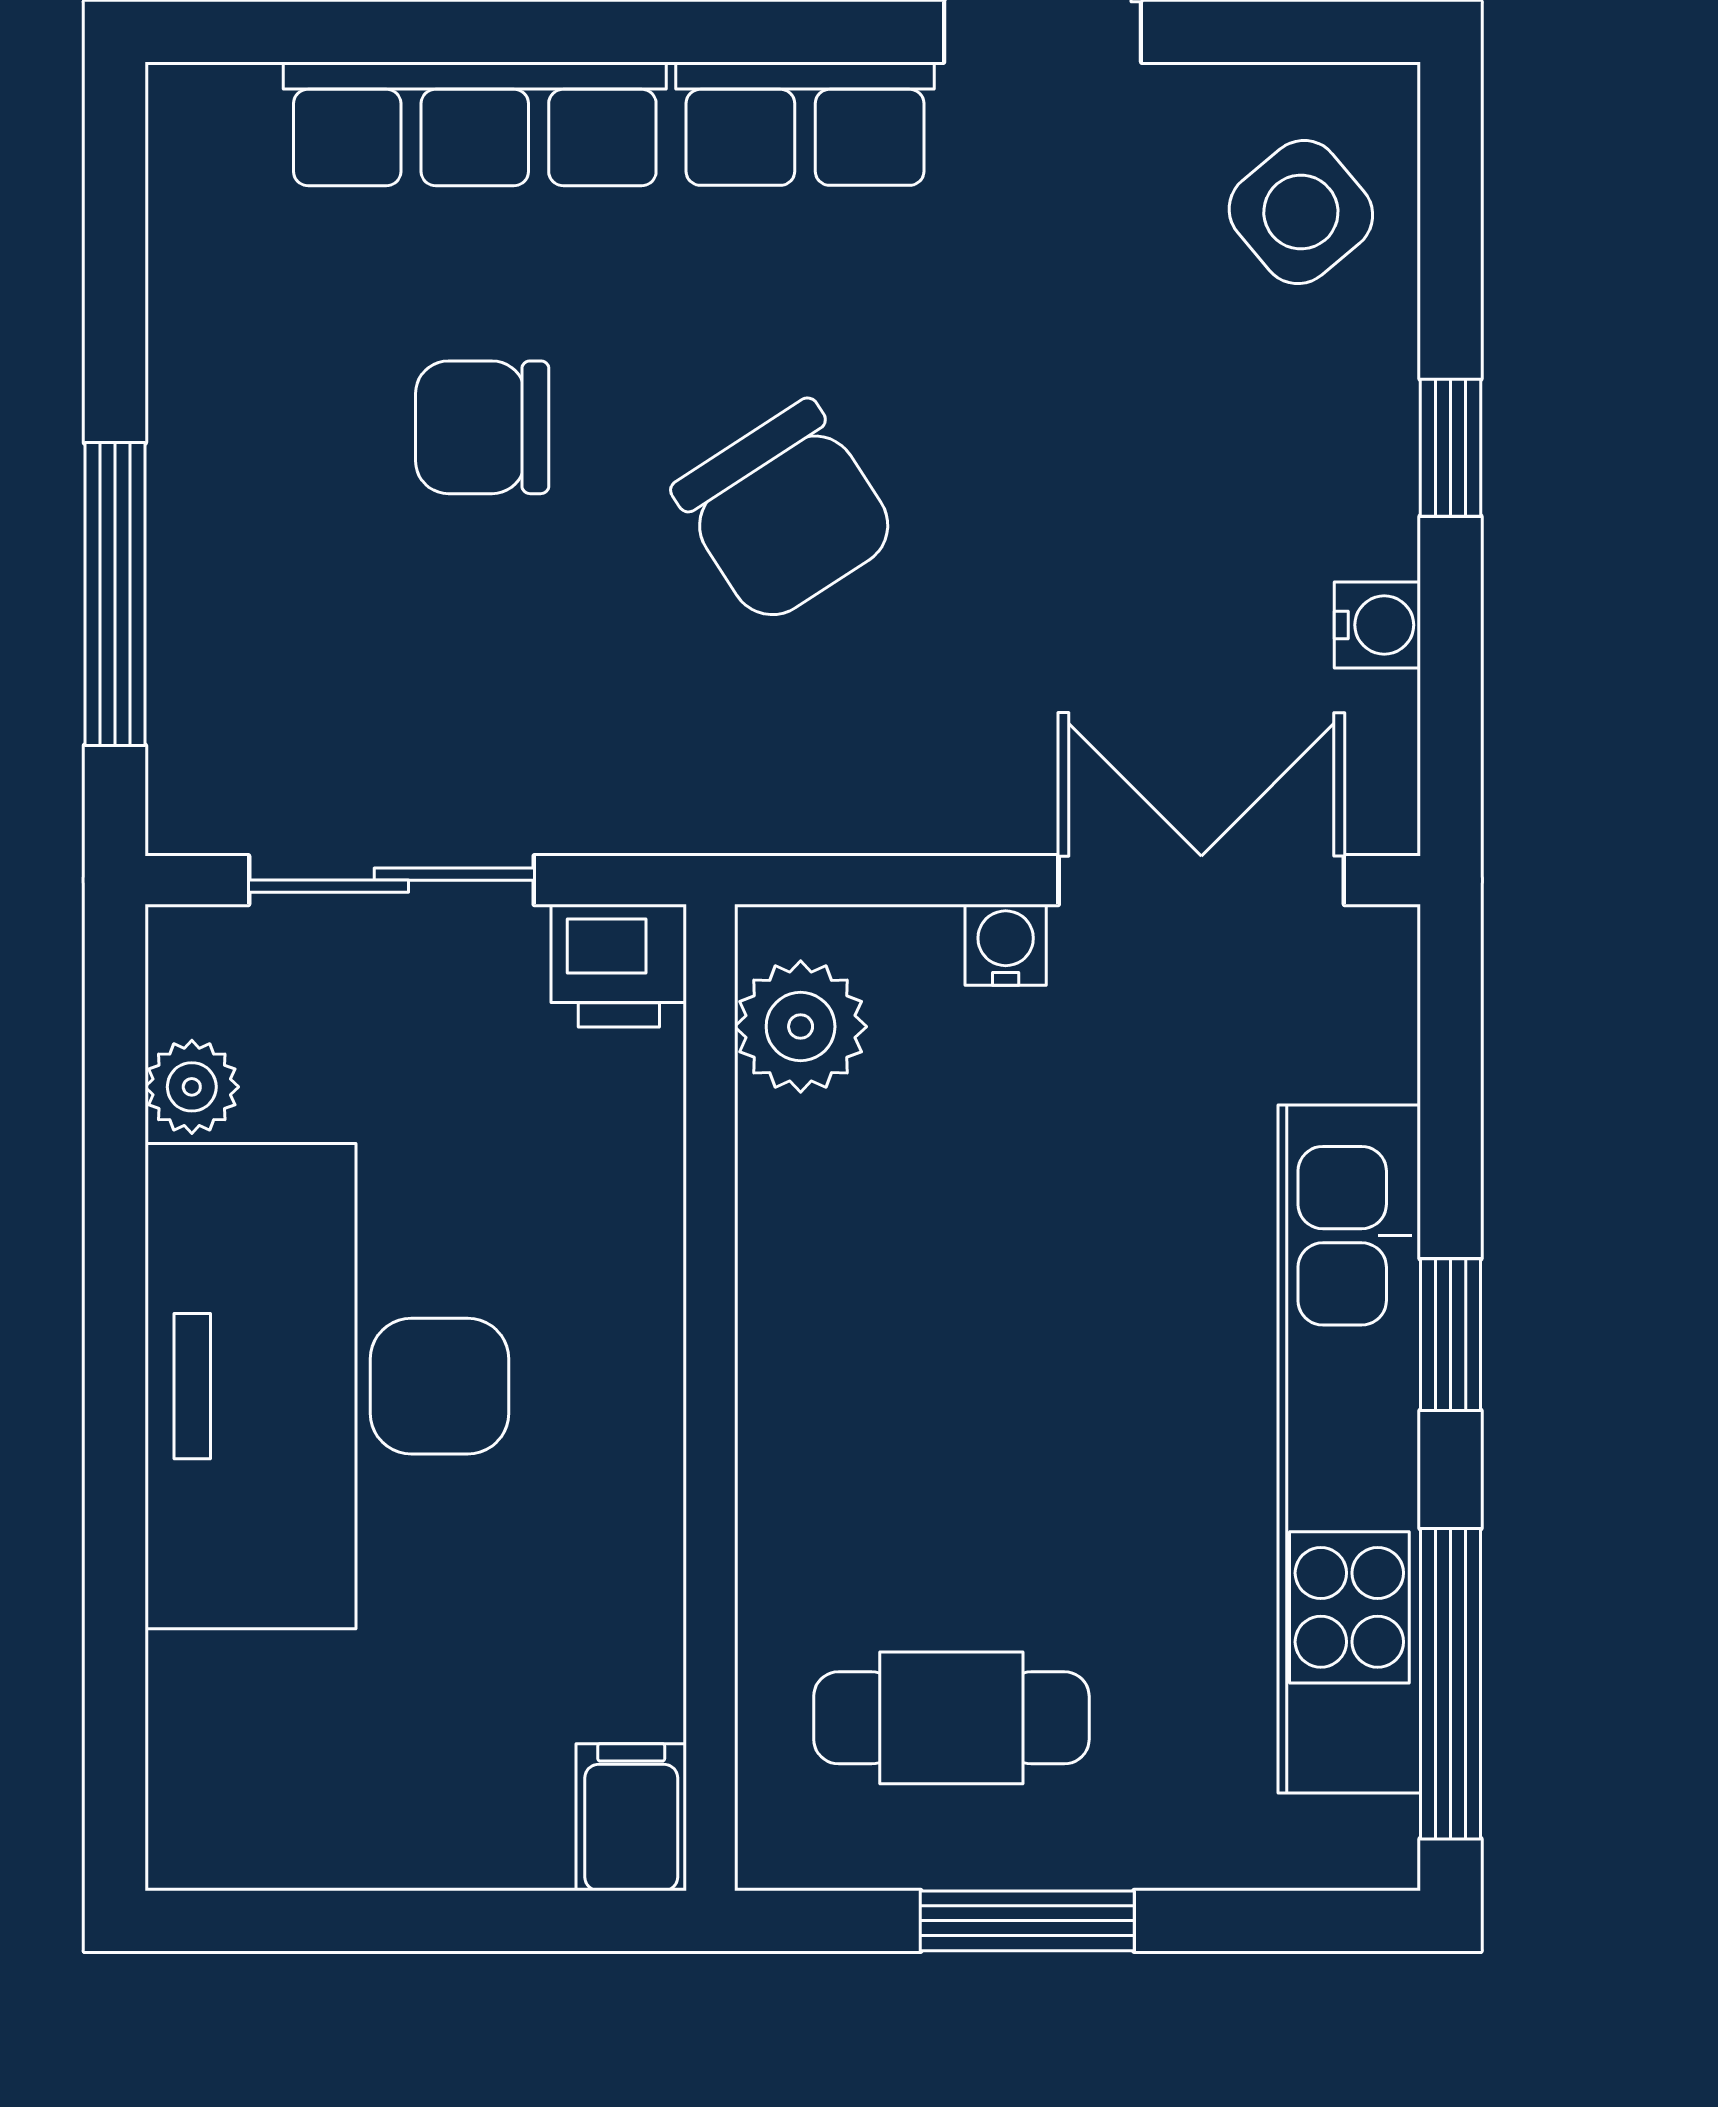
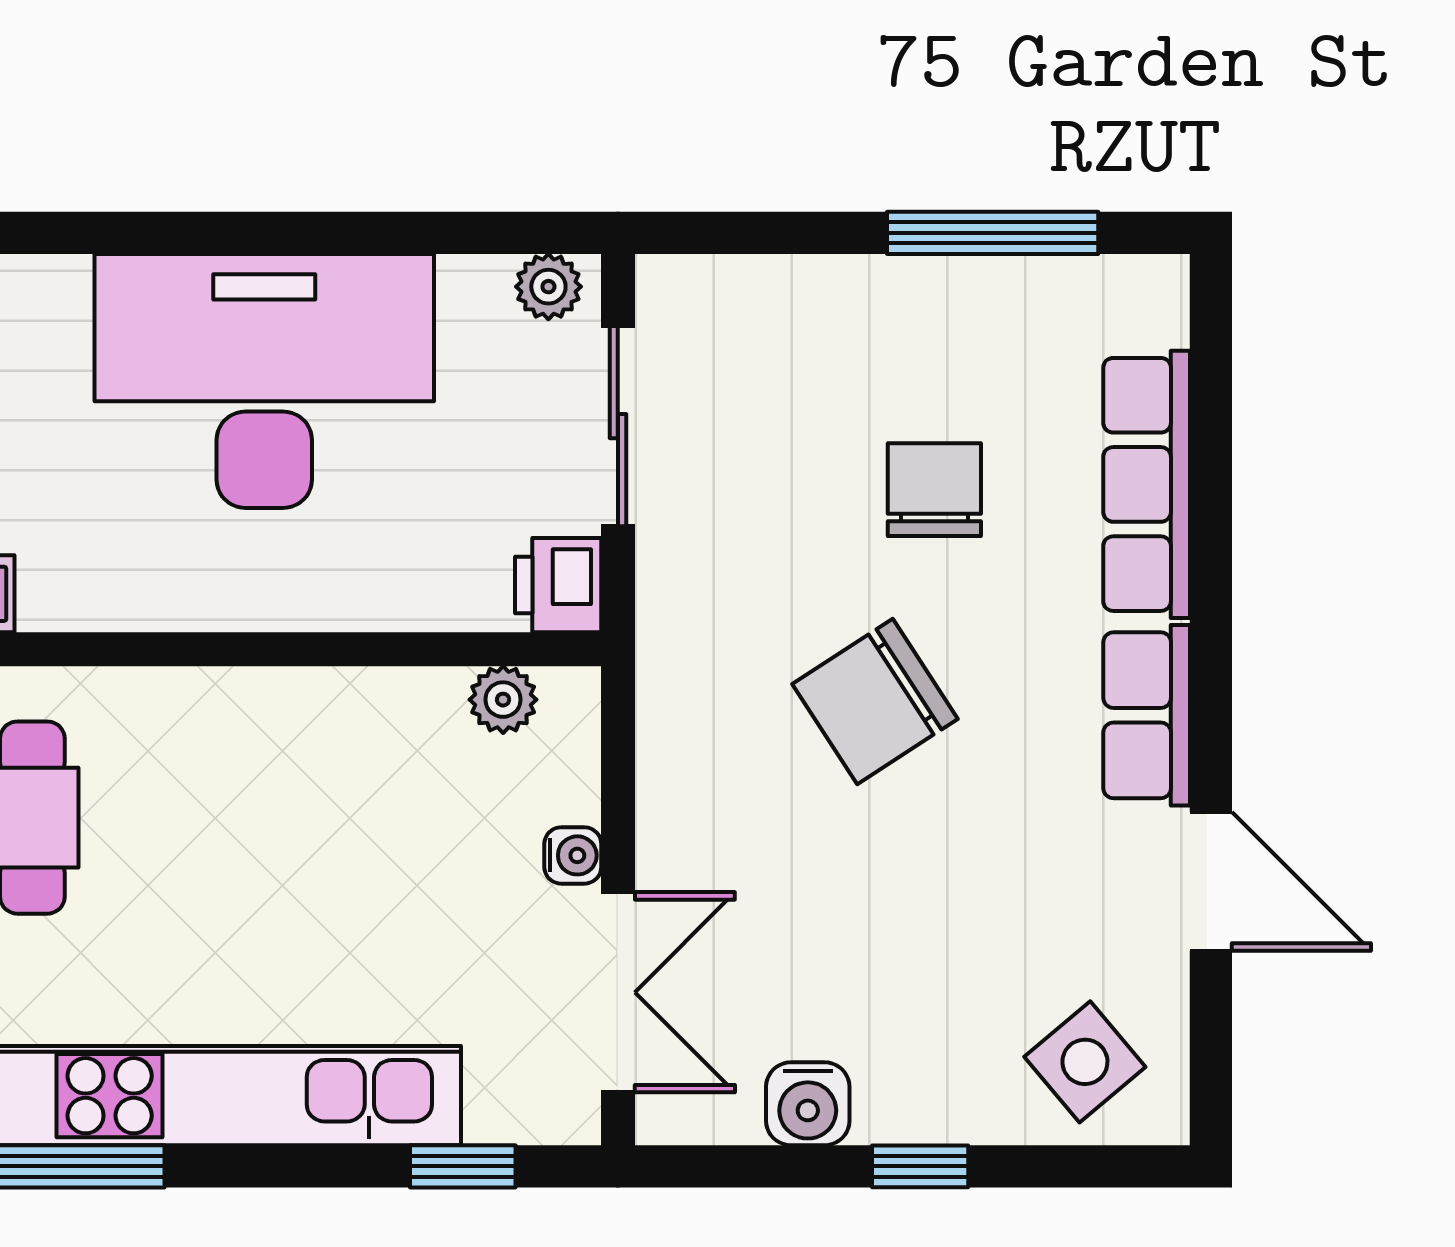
window: (115, 594) -> (993, 233), moved
water cooler: (1377, 625) -> (808, 1104), width x1.38, depth x1.38
plant: (801, 1027) -> (503, 700), width x0.73, depth x0.73
plant: (192, 1087) -> (548, 287), moved
window: (1450, 1335) -> (463, 1166), moved

